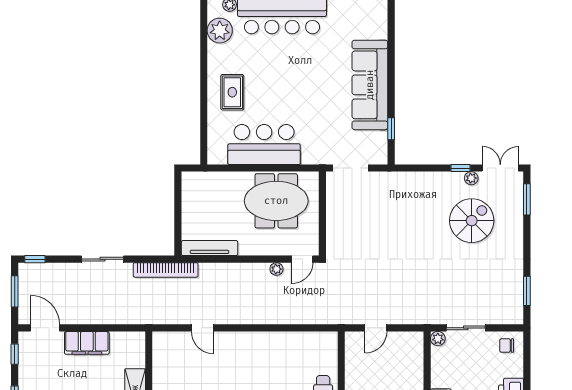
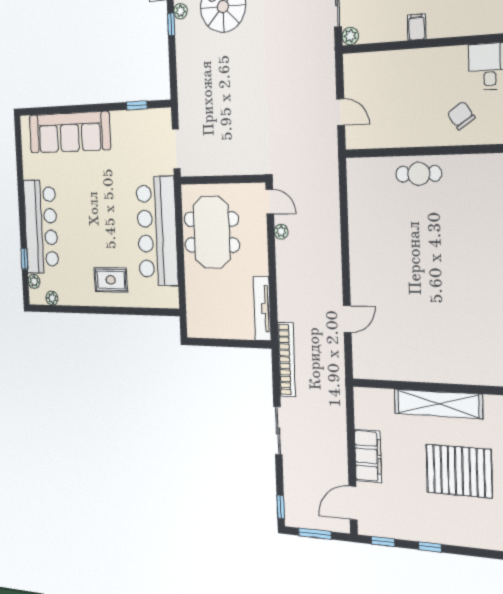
plant: (220, 31) -> (52, 298), width x0.53, depth x0.53
sofa: (370, 85) -> (69, 132), moved
bar counter: (264, 144) -> (157, 231), width x1.36

